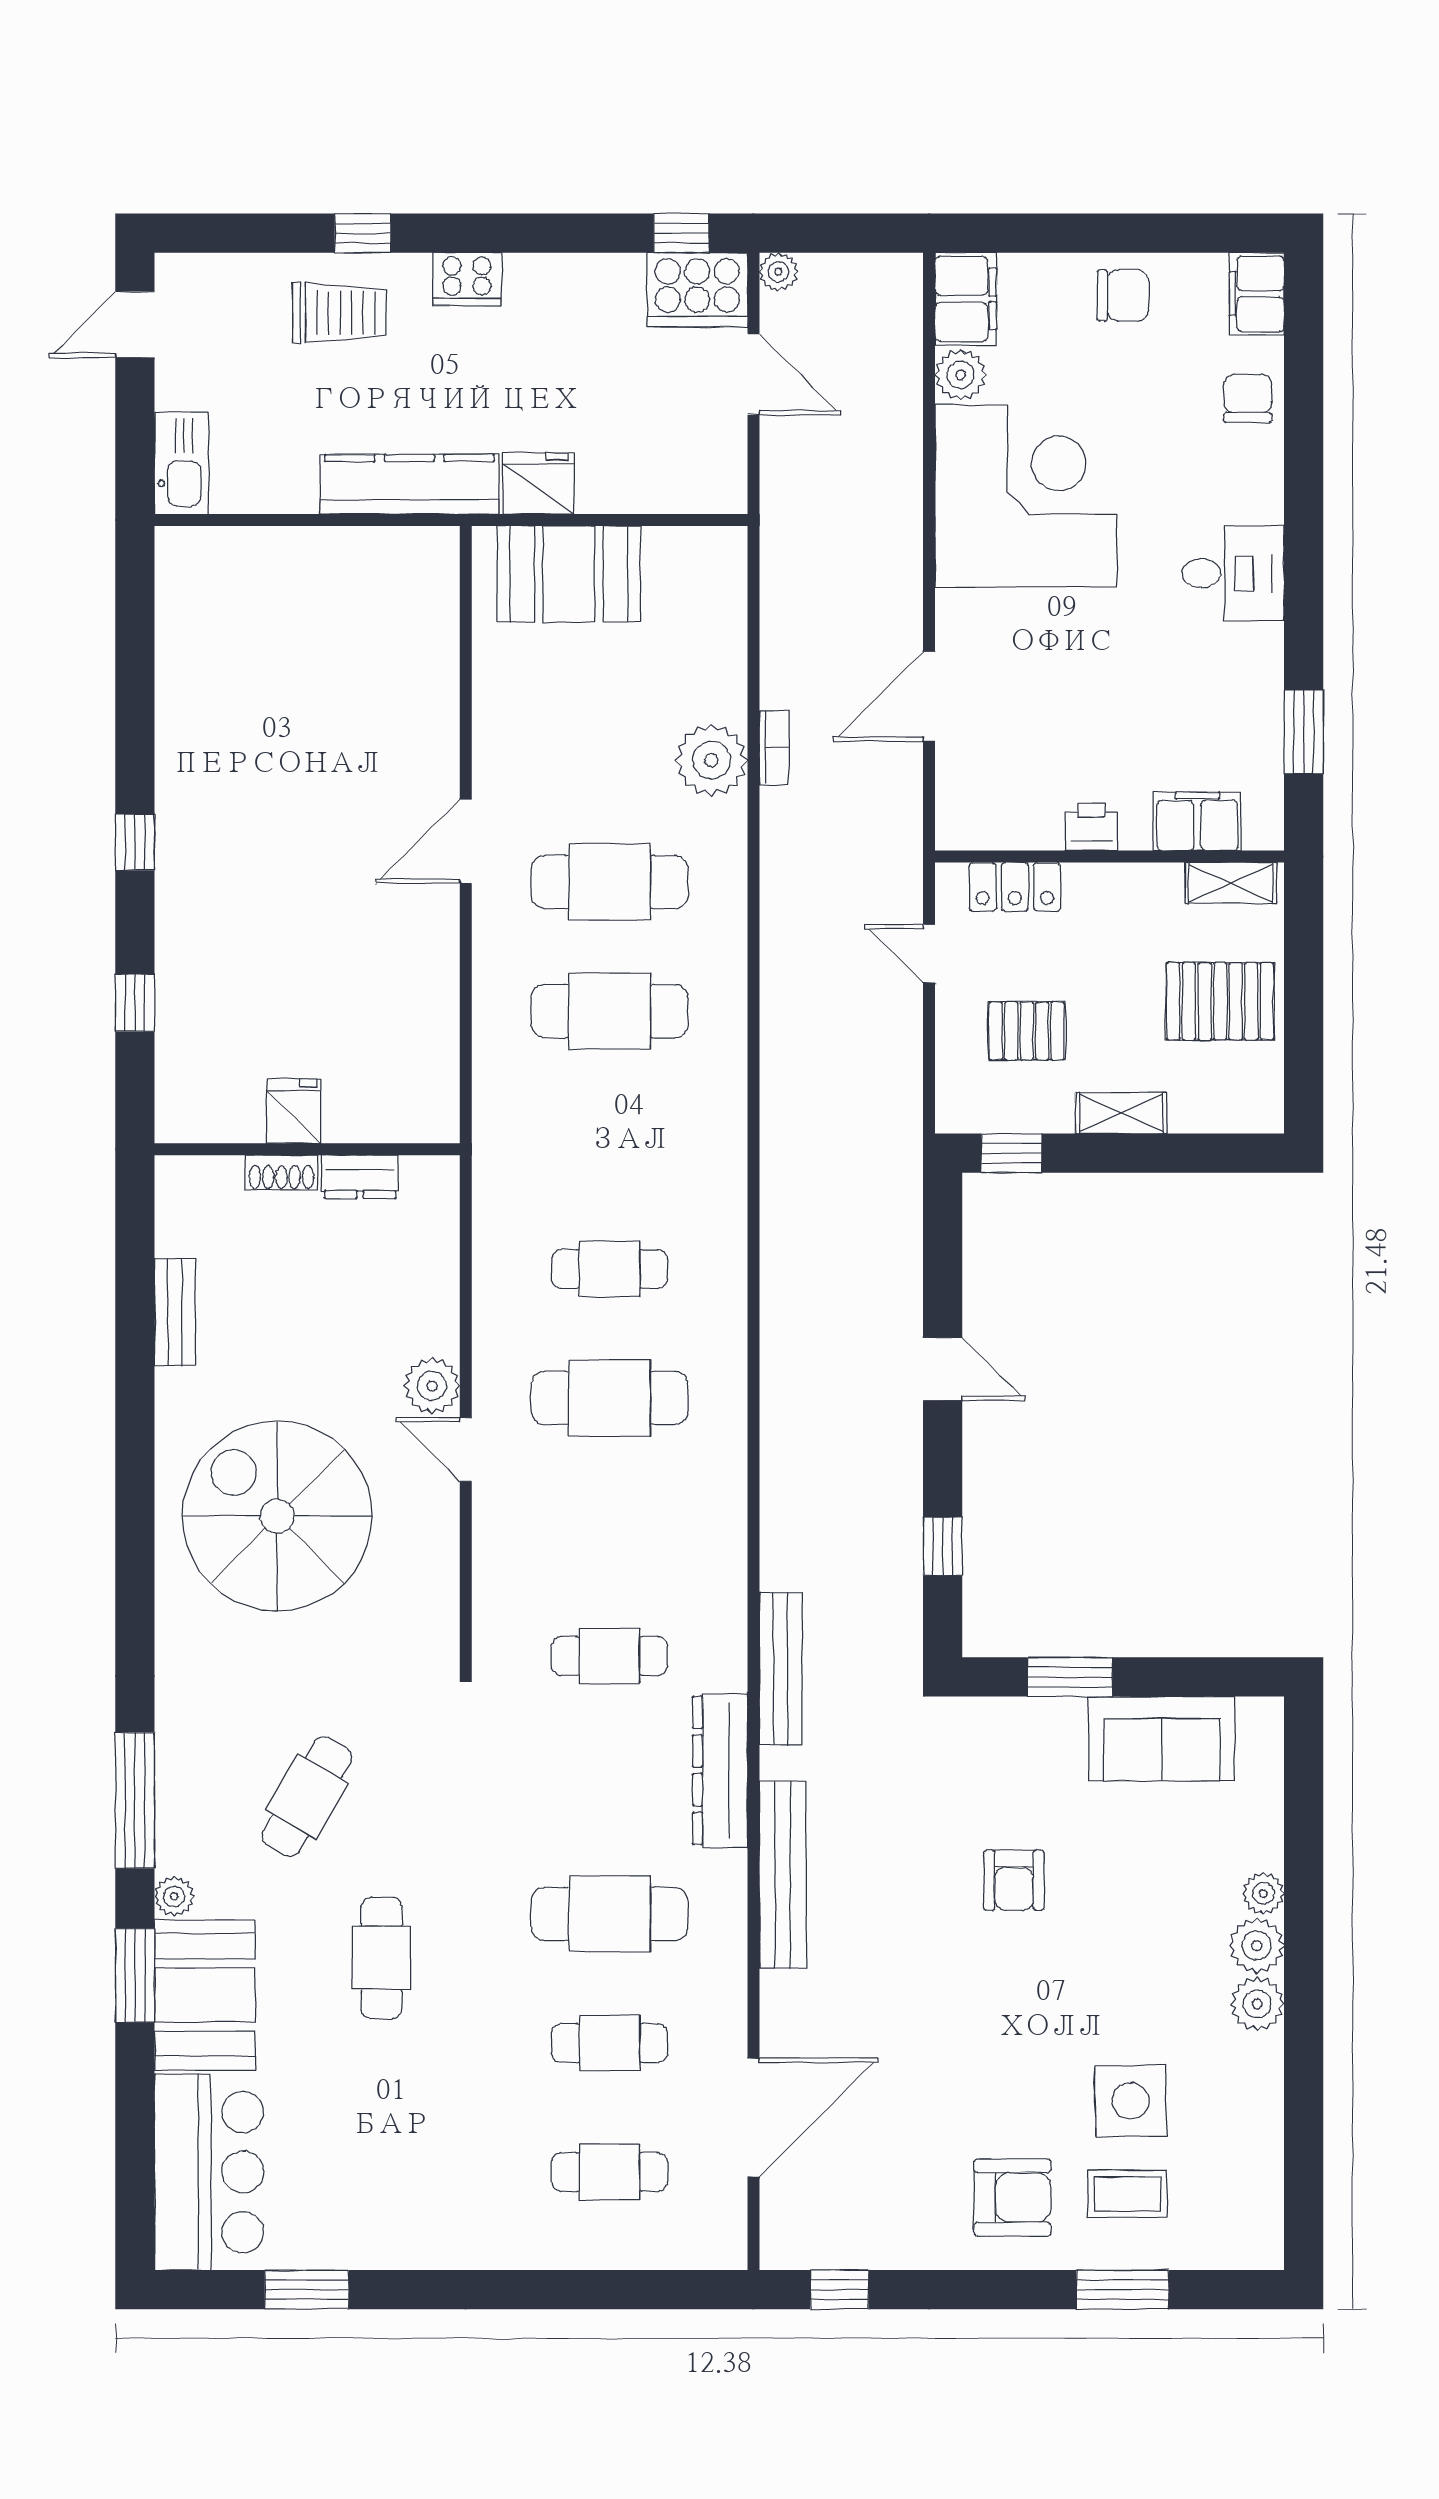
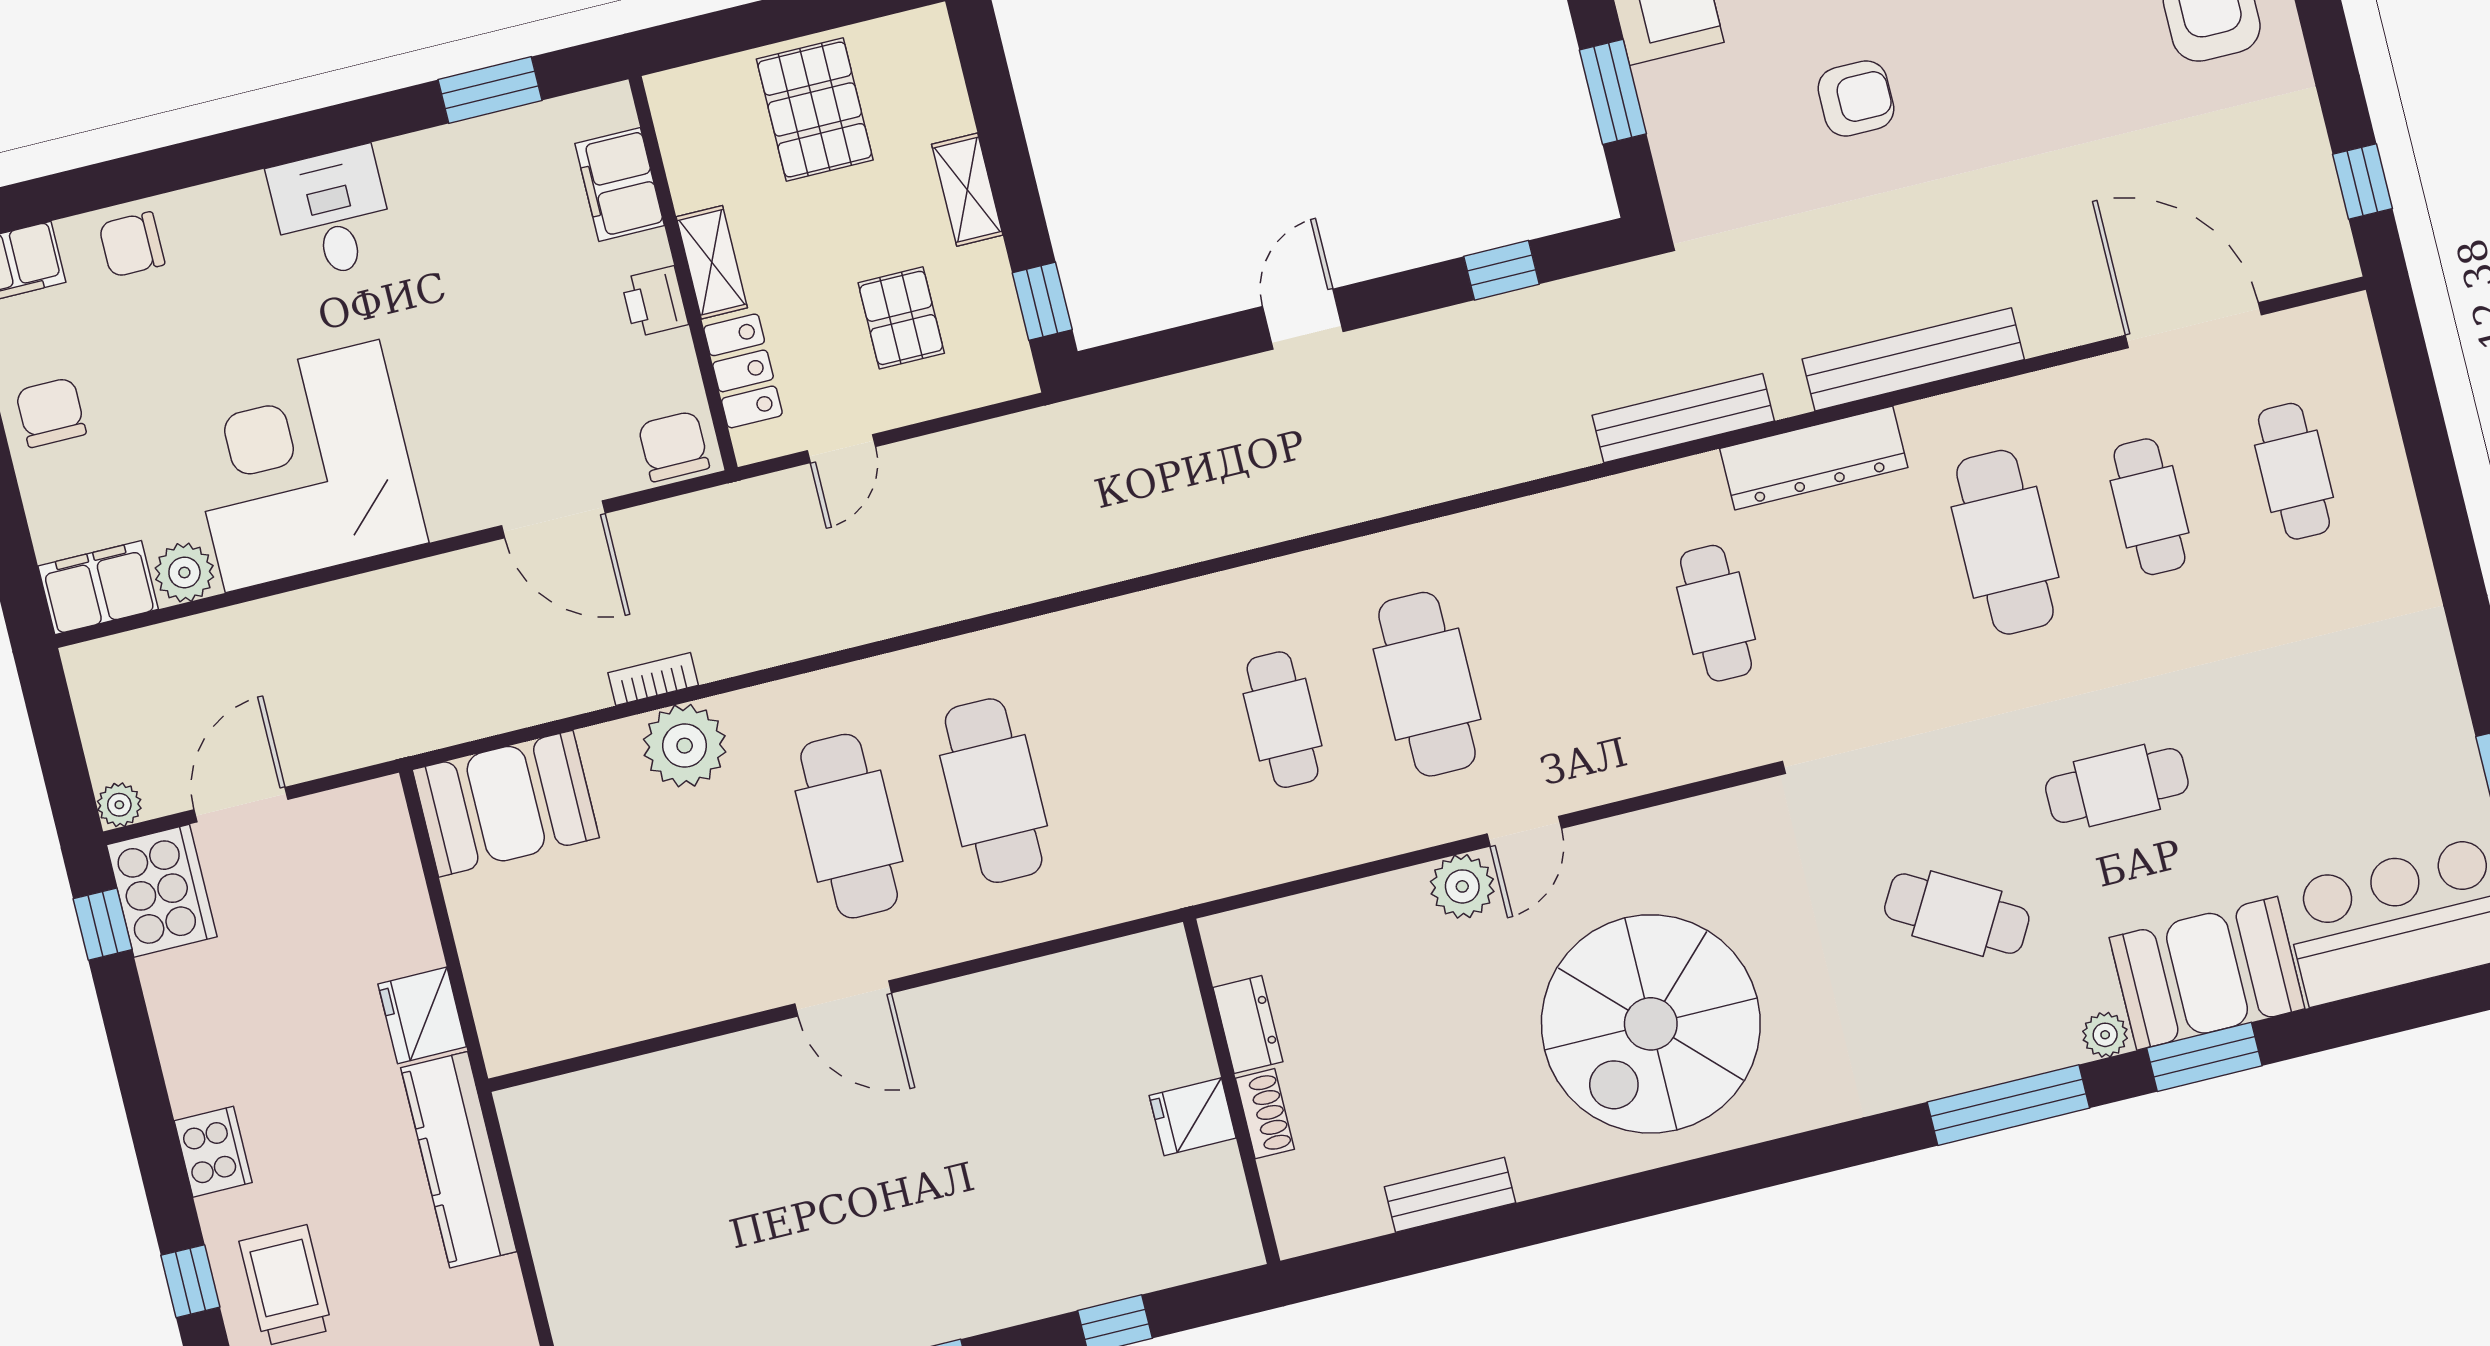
booth: (569, 574) -> (506, 804), moved, turned 90
chair: (966, 813) -> (674, 446), added
shelving: (1231, 883) -> (712, 262), moved

